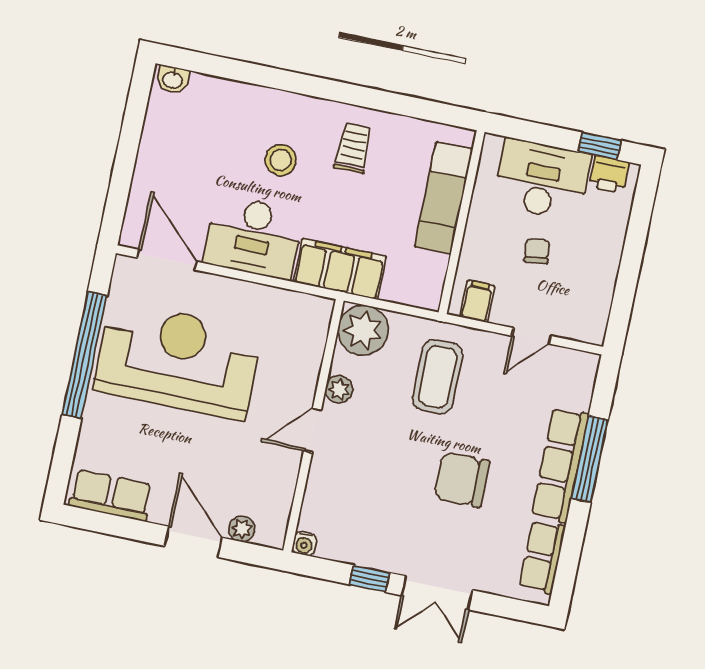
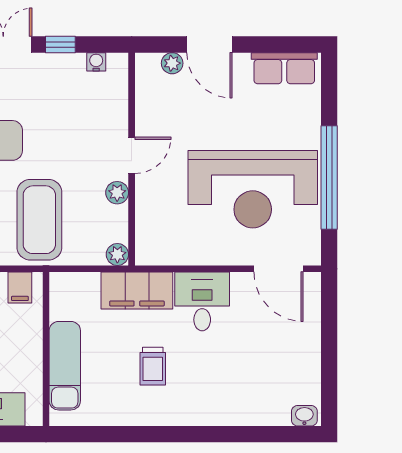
trolley: (353, 148) -> (153, 366), moved
stool: (281, 160) -> (203, 369), removed
desk: (253, 237) -> (202, 301), width x0.73
plant: (363, 330) -> (117, 254), width x0.53, depth x0.53
coffee table: (438, 377) -> (39, 220), width x1.36, depth x1.32
water cooler: (304, 544) -> (96, 62), moved

